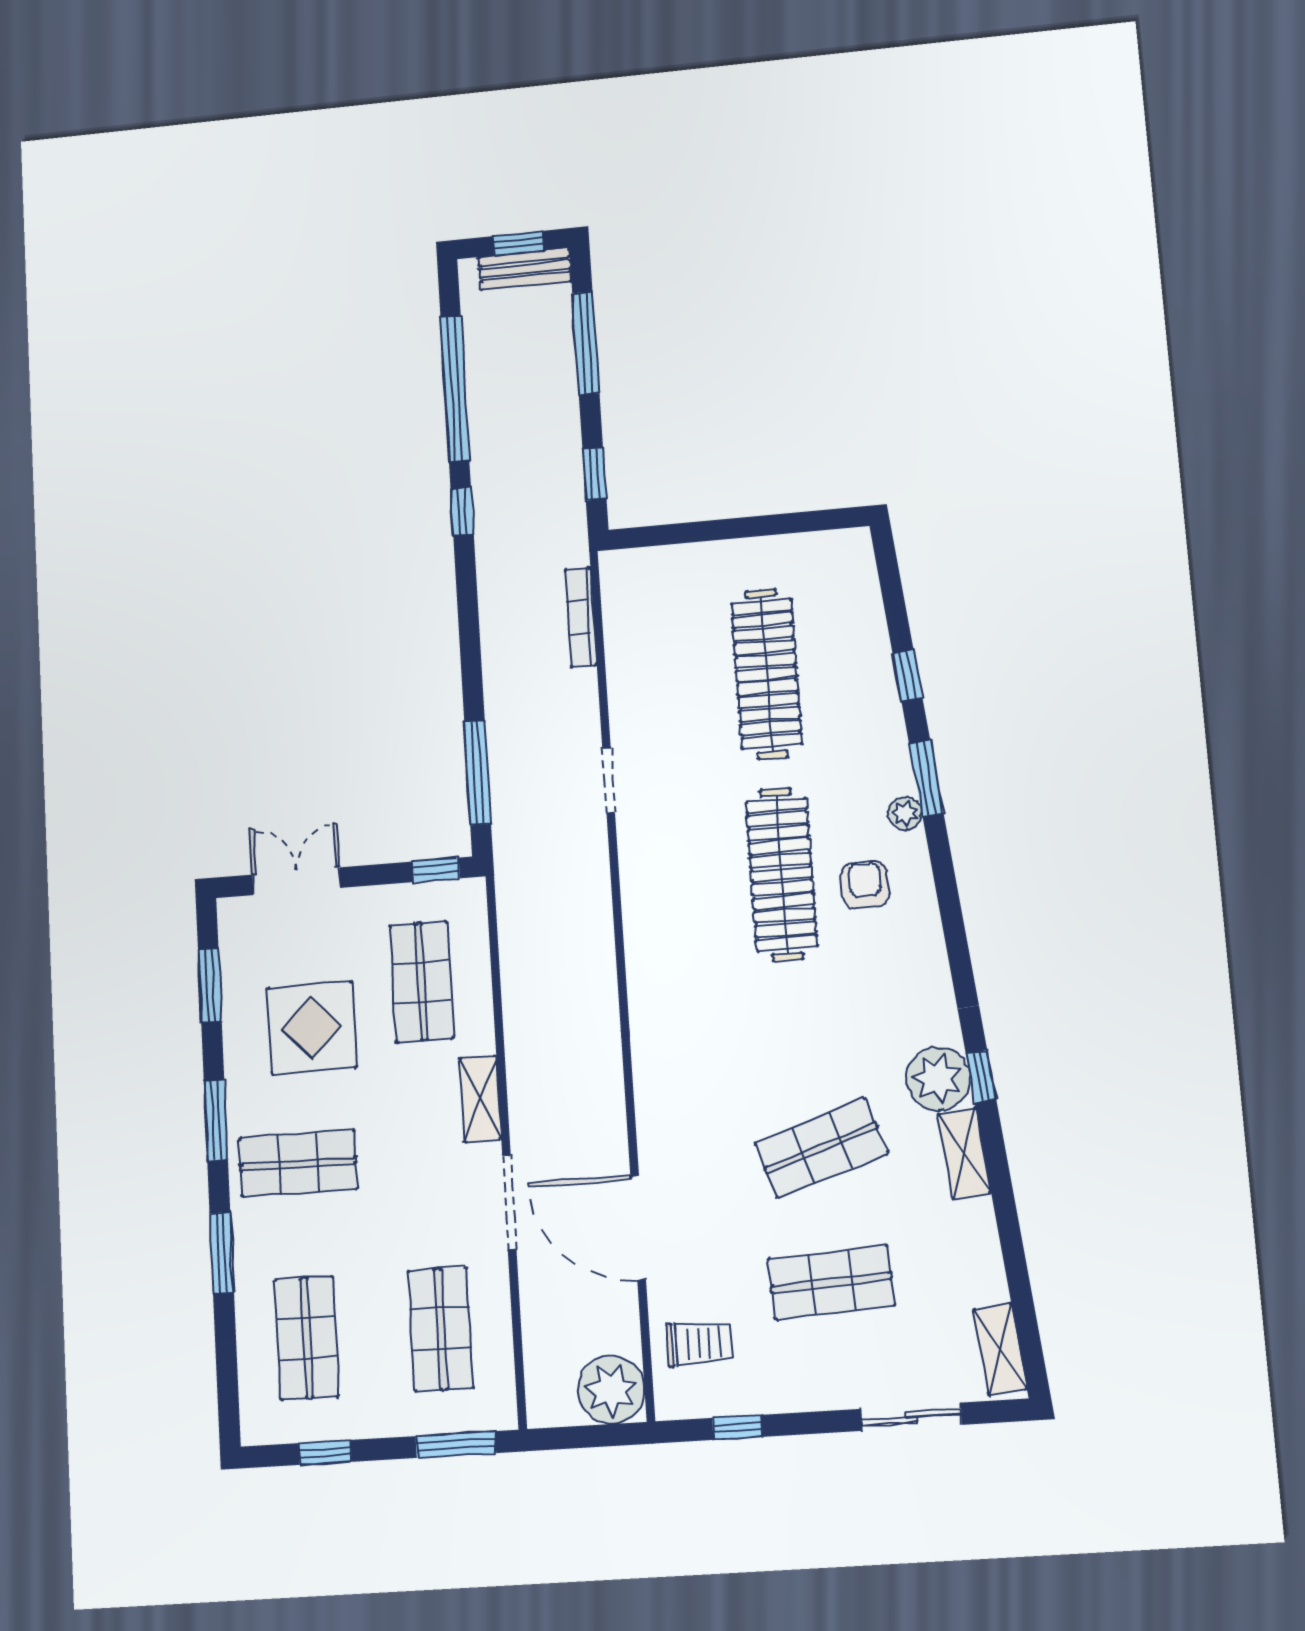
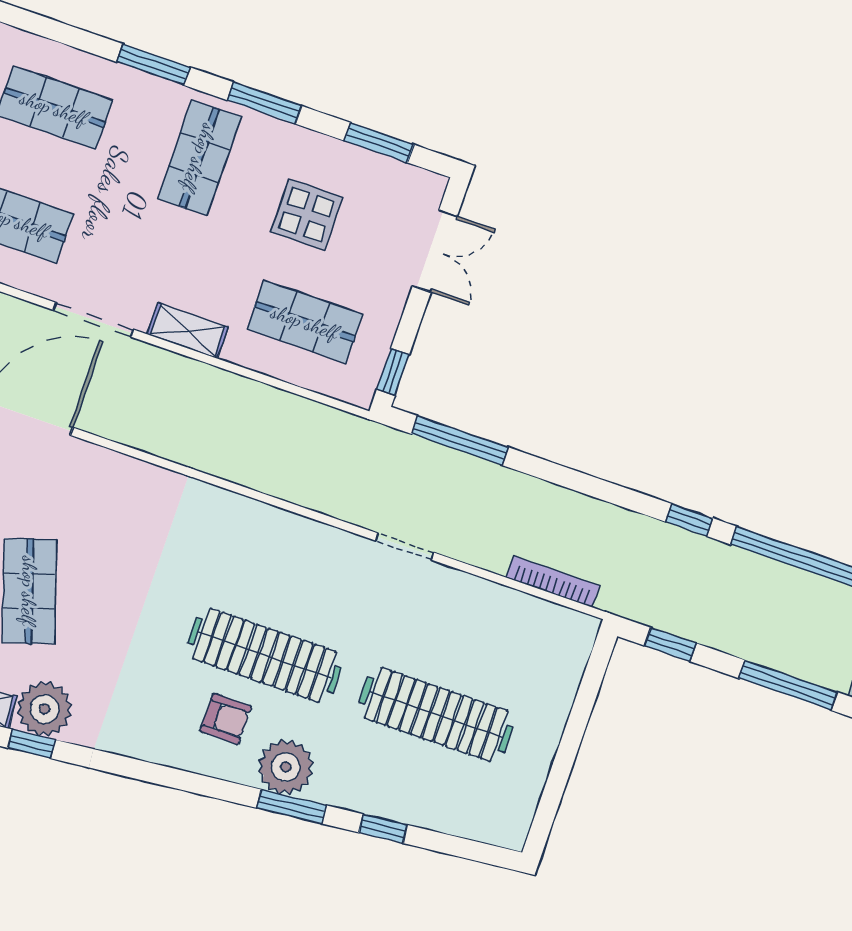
plant: (905, 814) -> (286, 767), width x1.87, depth x1.87
display table: (312, 1028) -> (307, 215), width x0.73, depth x0.73

